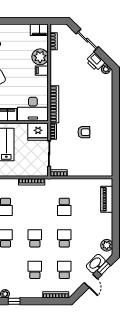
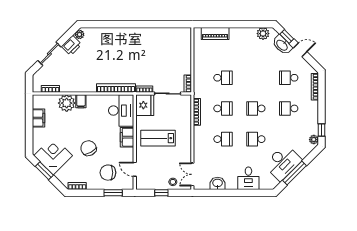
filing cabinet: (39, 30) -> (38, 118), moved
armchair: (84, 132) -> (145, 57), removed
school desk: (64, 238) -> (223, 108), moved, turned 180

